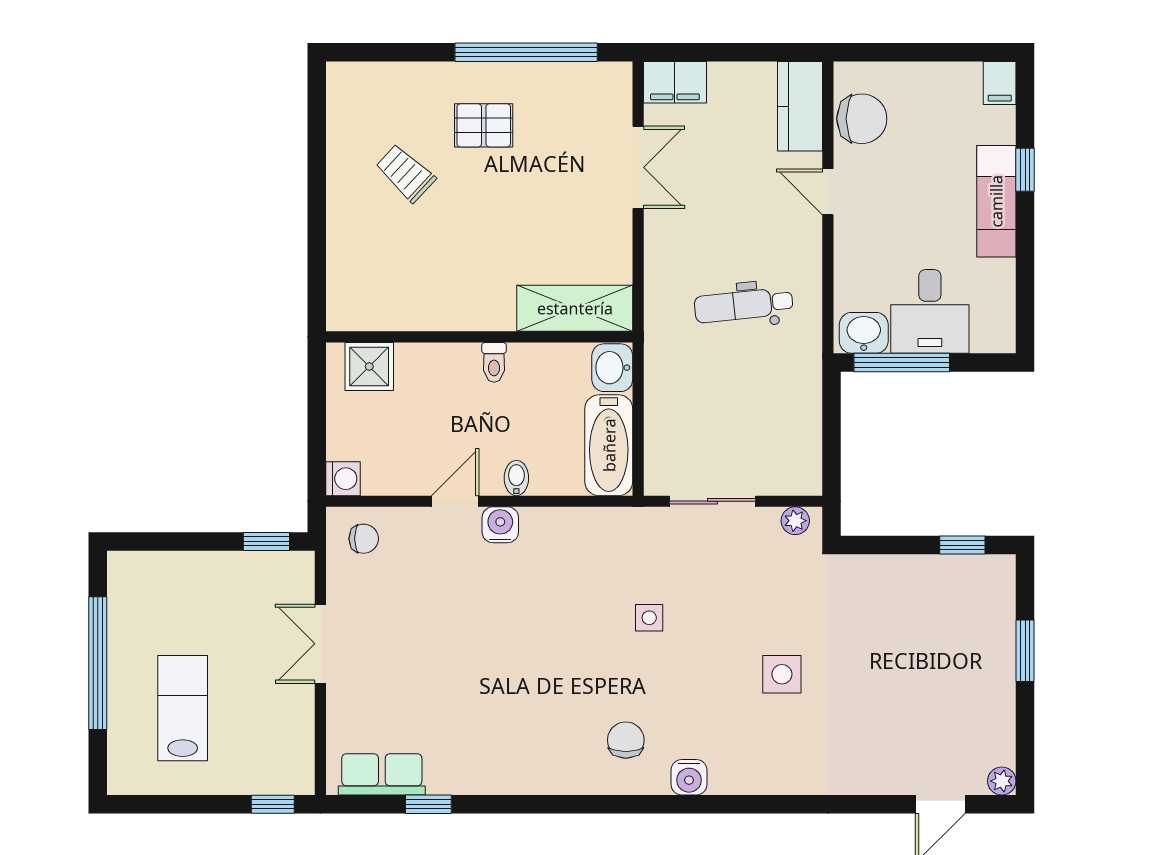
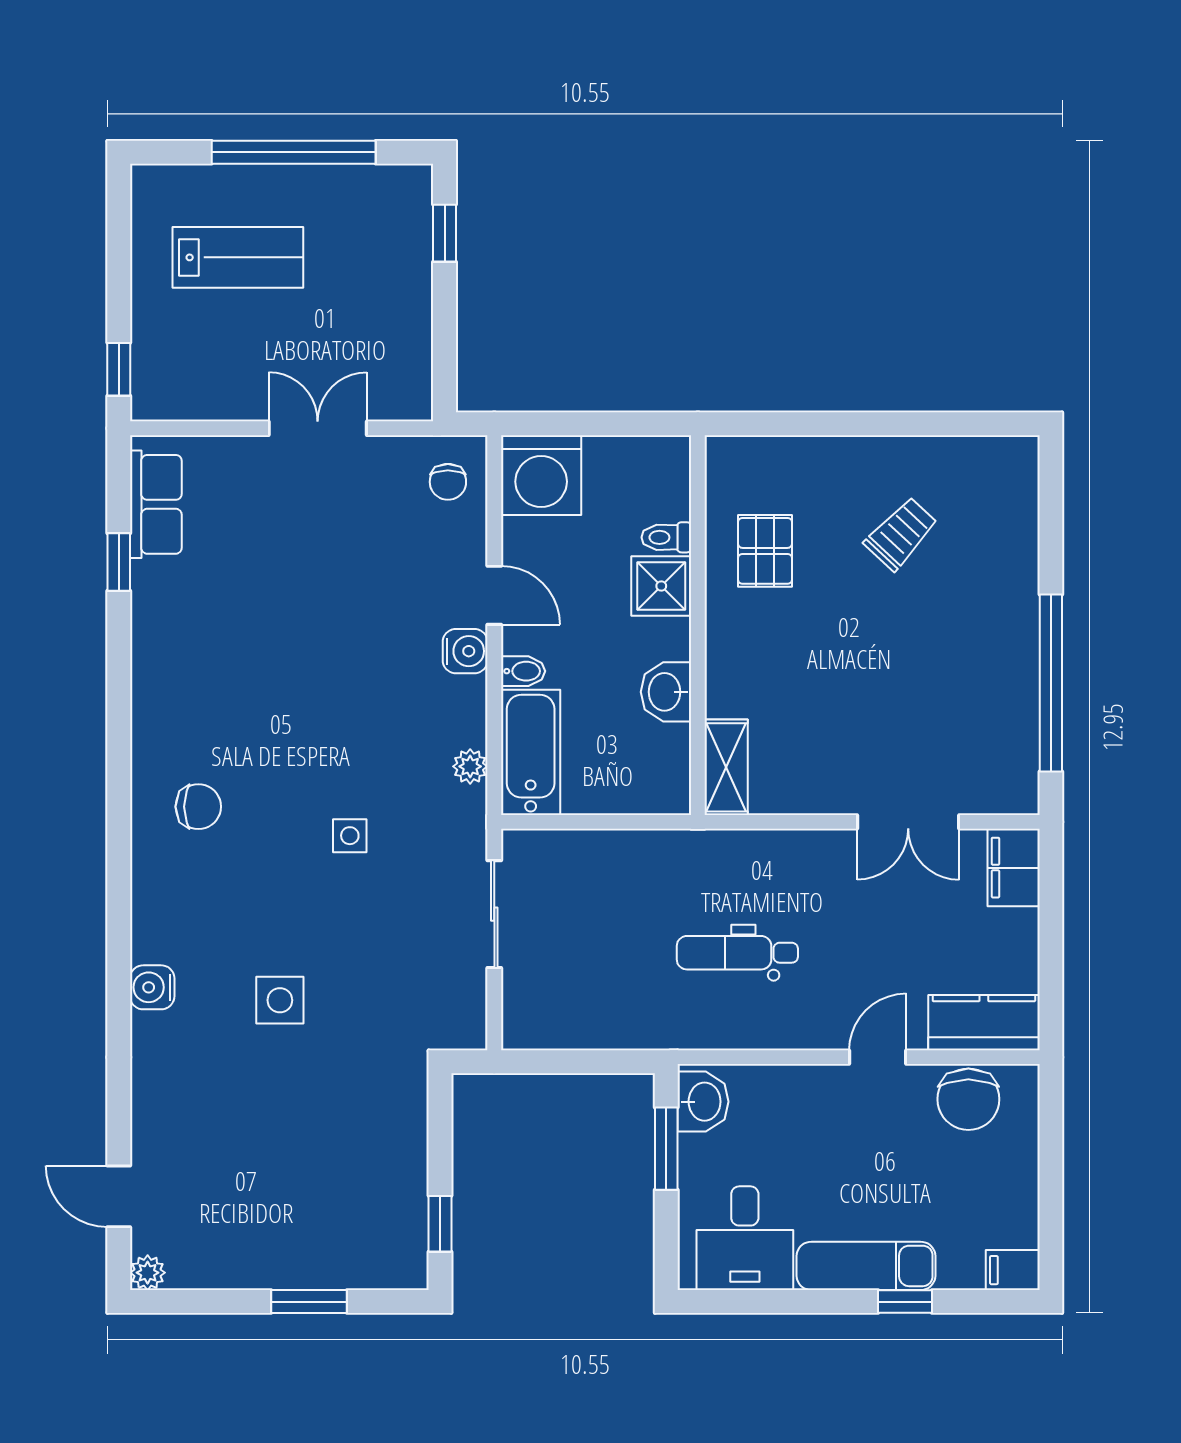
pallet: (484, 125) -> (765, 551), moved
dental chair: (744, 305) -> (737, 953), turned -84
shelving: (575, 308) -> (726, 767), width x0.67, depth x0.75
desk: (930, 311) -> (745, 1238), moved, turned -90
toilet: (494, 362) -> (666, 537), moved
window: (902, 363) -> (666, 1149), width x0.69
shower: (369, 367) -> (661, 586), moved
washbasin: (612, 368) -> (666, 692), moved, turned -90
bathtub: (609, 445) -> (531, 752), moved, turned 90
washing machine: (343, 479) -> (541, 475), width x1.89, depth x1.89
plant: (795, 521) -> (470, 766), moved
window: (266, 541) -> (445, 233), moved
water cooler: (689, 777) -> (152, 987), moved

